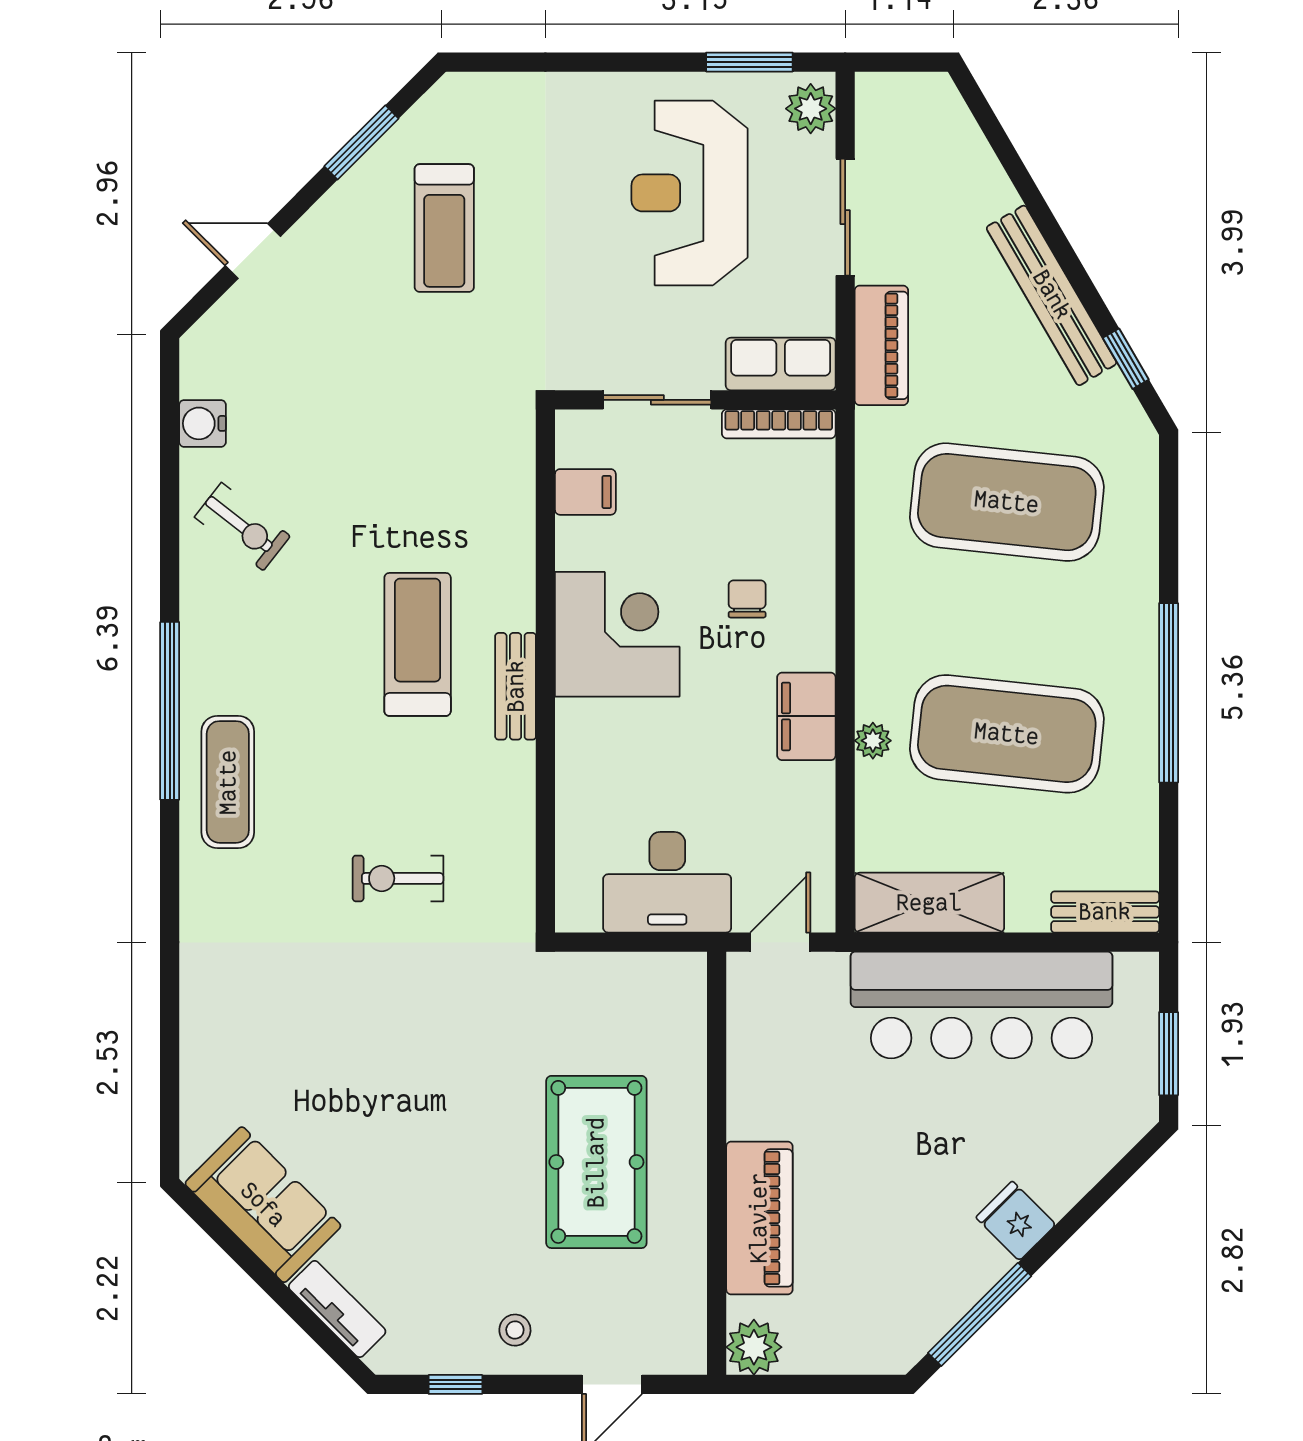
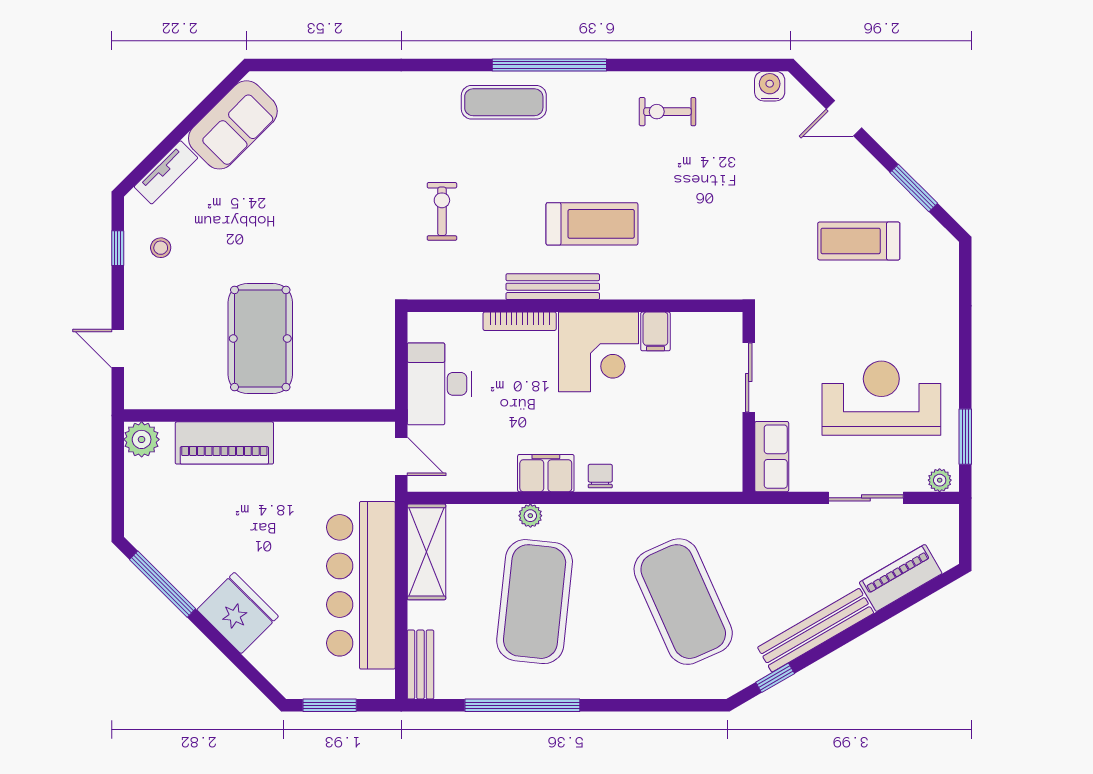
plant: (811, 109) -> (940, 480), width x0.73, depth x0.73
door: (253, 251) -> (844, 118), swing flipped
piano: (881, 345) -> (901, 578), moved, turned 150
water cooler: (203, 423) -> (770, 86), moved
bookcase: (779, 424) -> (520, 321), moved, turned -90
filing cabinet: (585, 492) -> (655, 331), moved
exercise mat: (1007, 502) -> (683, 602), turned -30
exercise bike: (242, 527) -> (667, 112), turned 52
chair: (747, 599) -> (600, 476), moved, turned -90
bench: (516, 686) -> (553, 287), width x1.36
window: (1169, 693) -> (522, 705), moved
pool table: (596, 1162) -> (260, 339), turned 90
fridge: (1016, 1221) -> (238, 613), width x1.88, depth x1.34
stool: (515, 1330) -> (161, 248), moved

